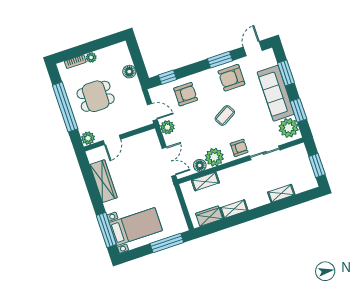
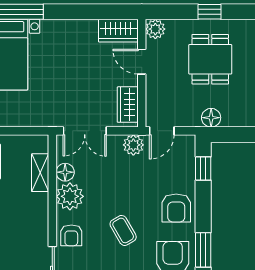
floor lamp: (129, 72) -> (211, 118), moved
armchair: (186, 94) -> (176, 208), moved
window: (65, 107) -> (209, 12), width x0.32
wardrobe: (143, 140) -> (128, 105), added
wardrobe: (103, 181) -> (118, 31), moved, width x0.67

